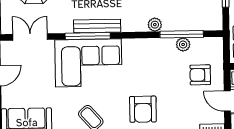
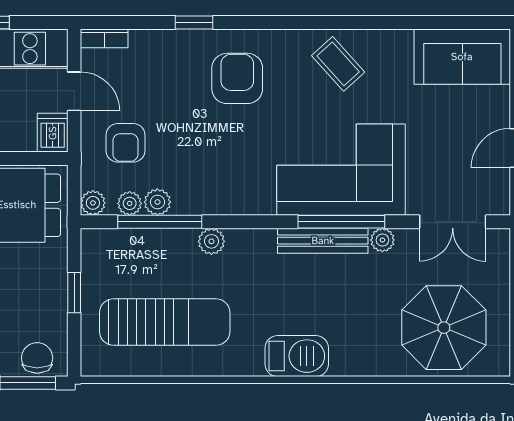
plant: (66, 27) -> (382, 240), added
plant: (217, 43) -> (93, 203), added
plant: (198, 44) -> (130, 203), added
armchair: (200, 75) -> (126, 143), turned 90

